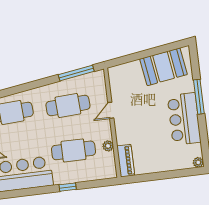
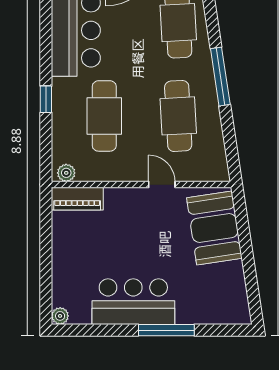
booth: (164, 67) -> (214, 228), moved
window: (76, 73) -> (220, 77), moved
plant: (108, 146) -> (66, 173), moved

